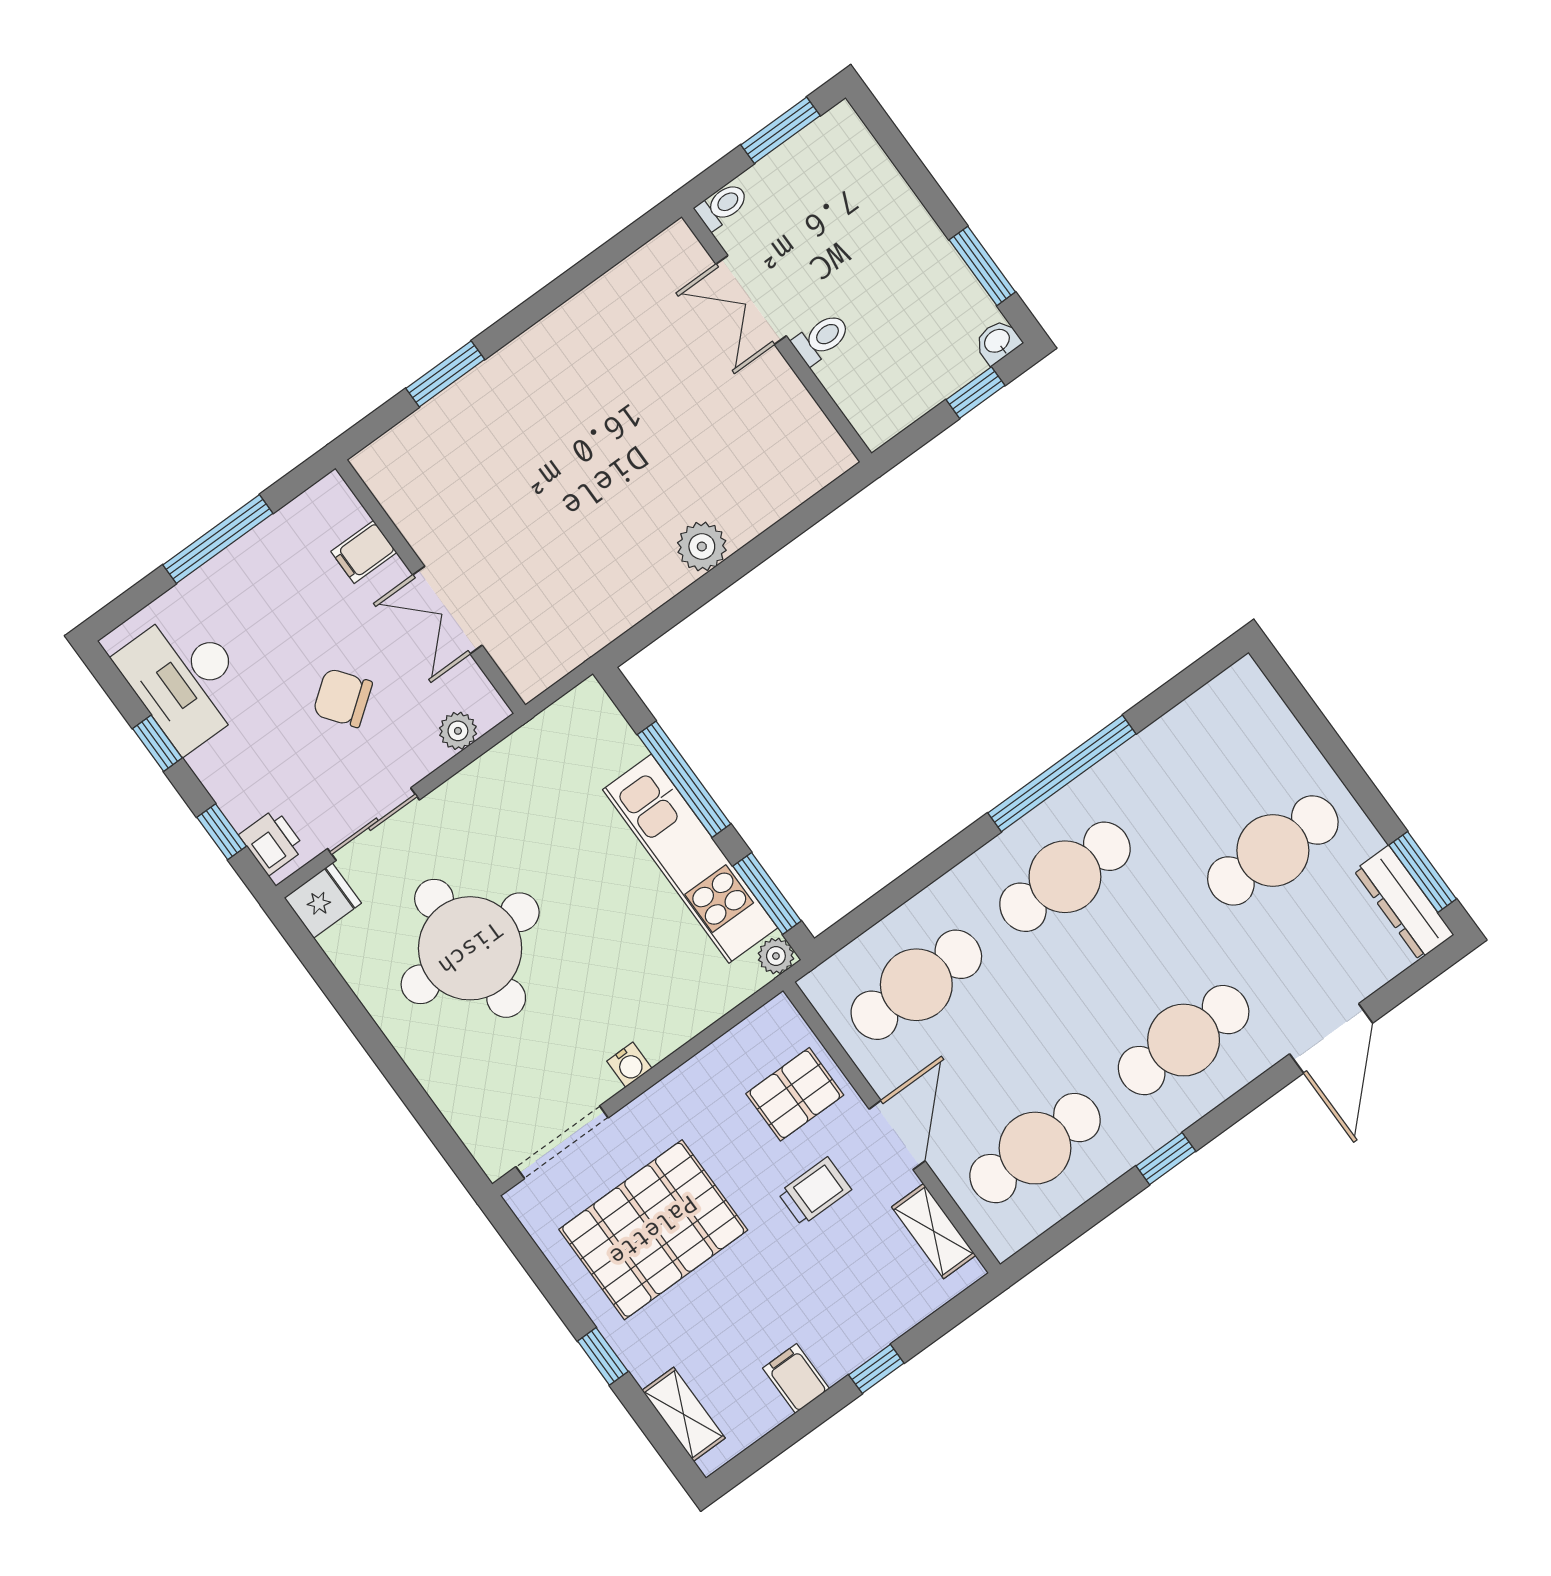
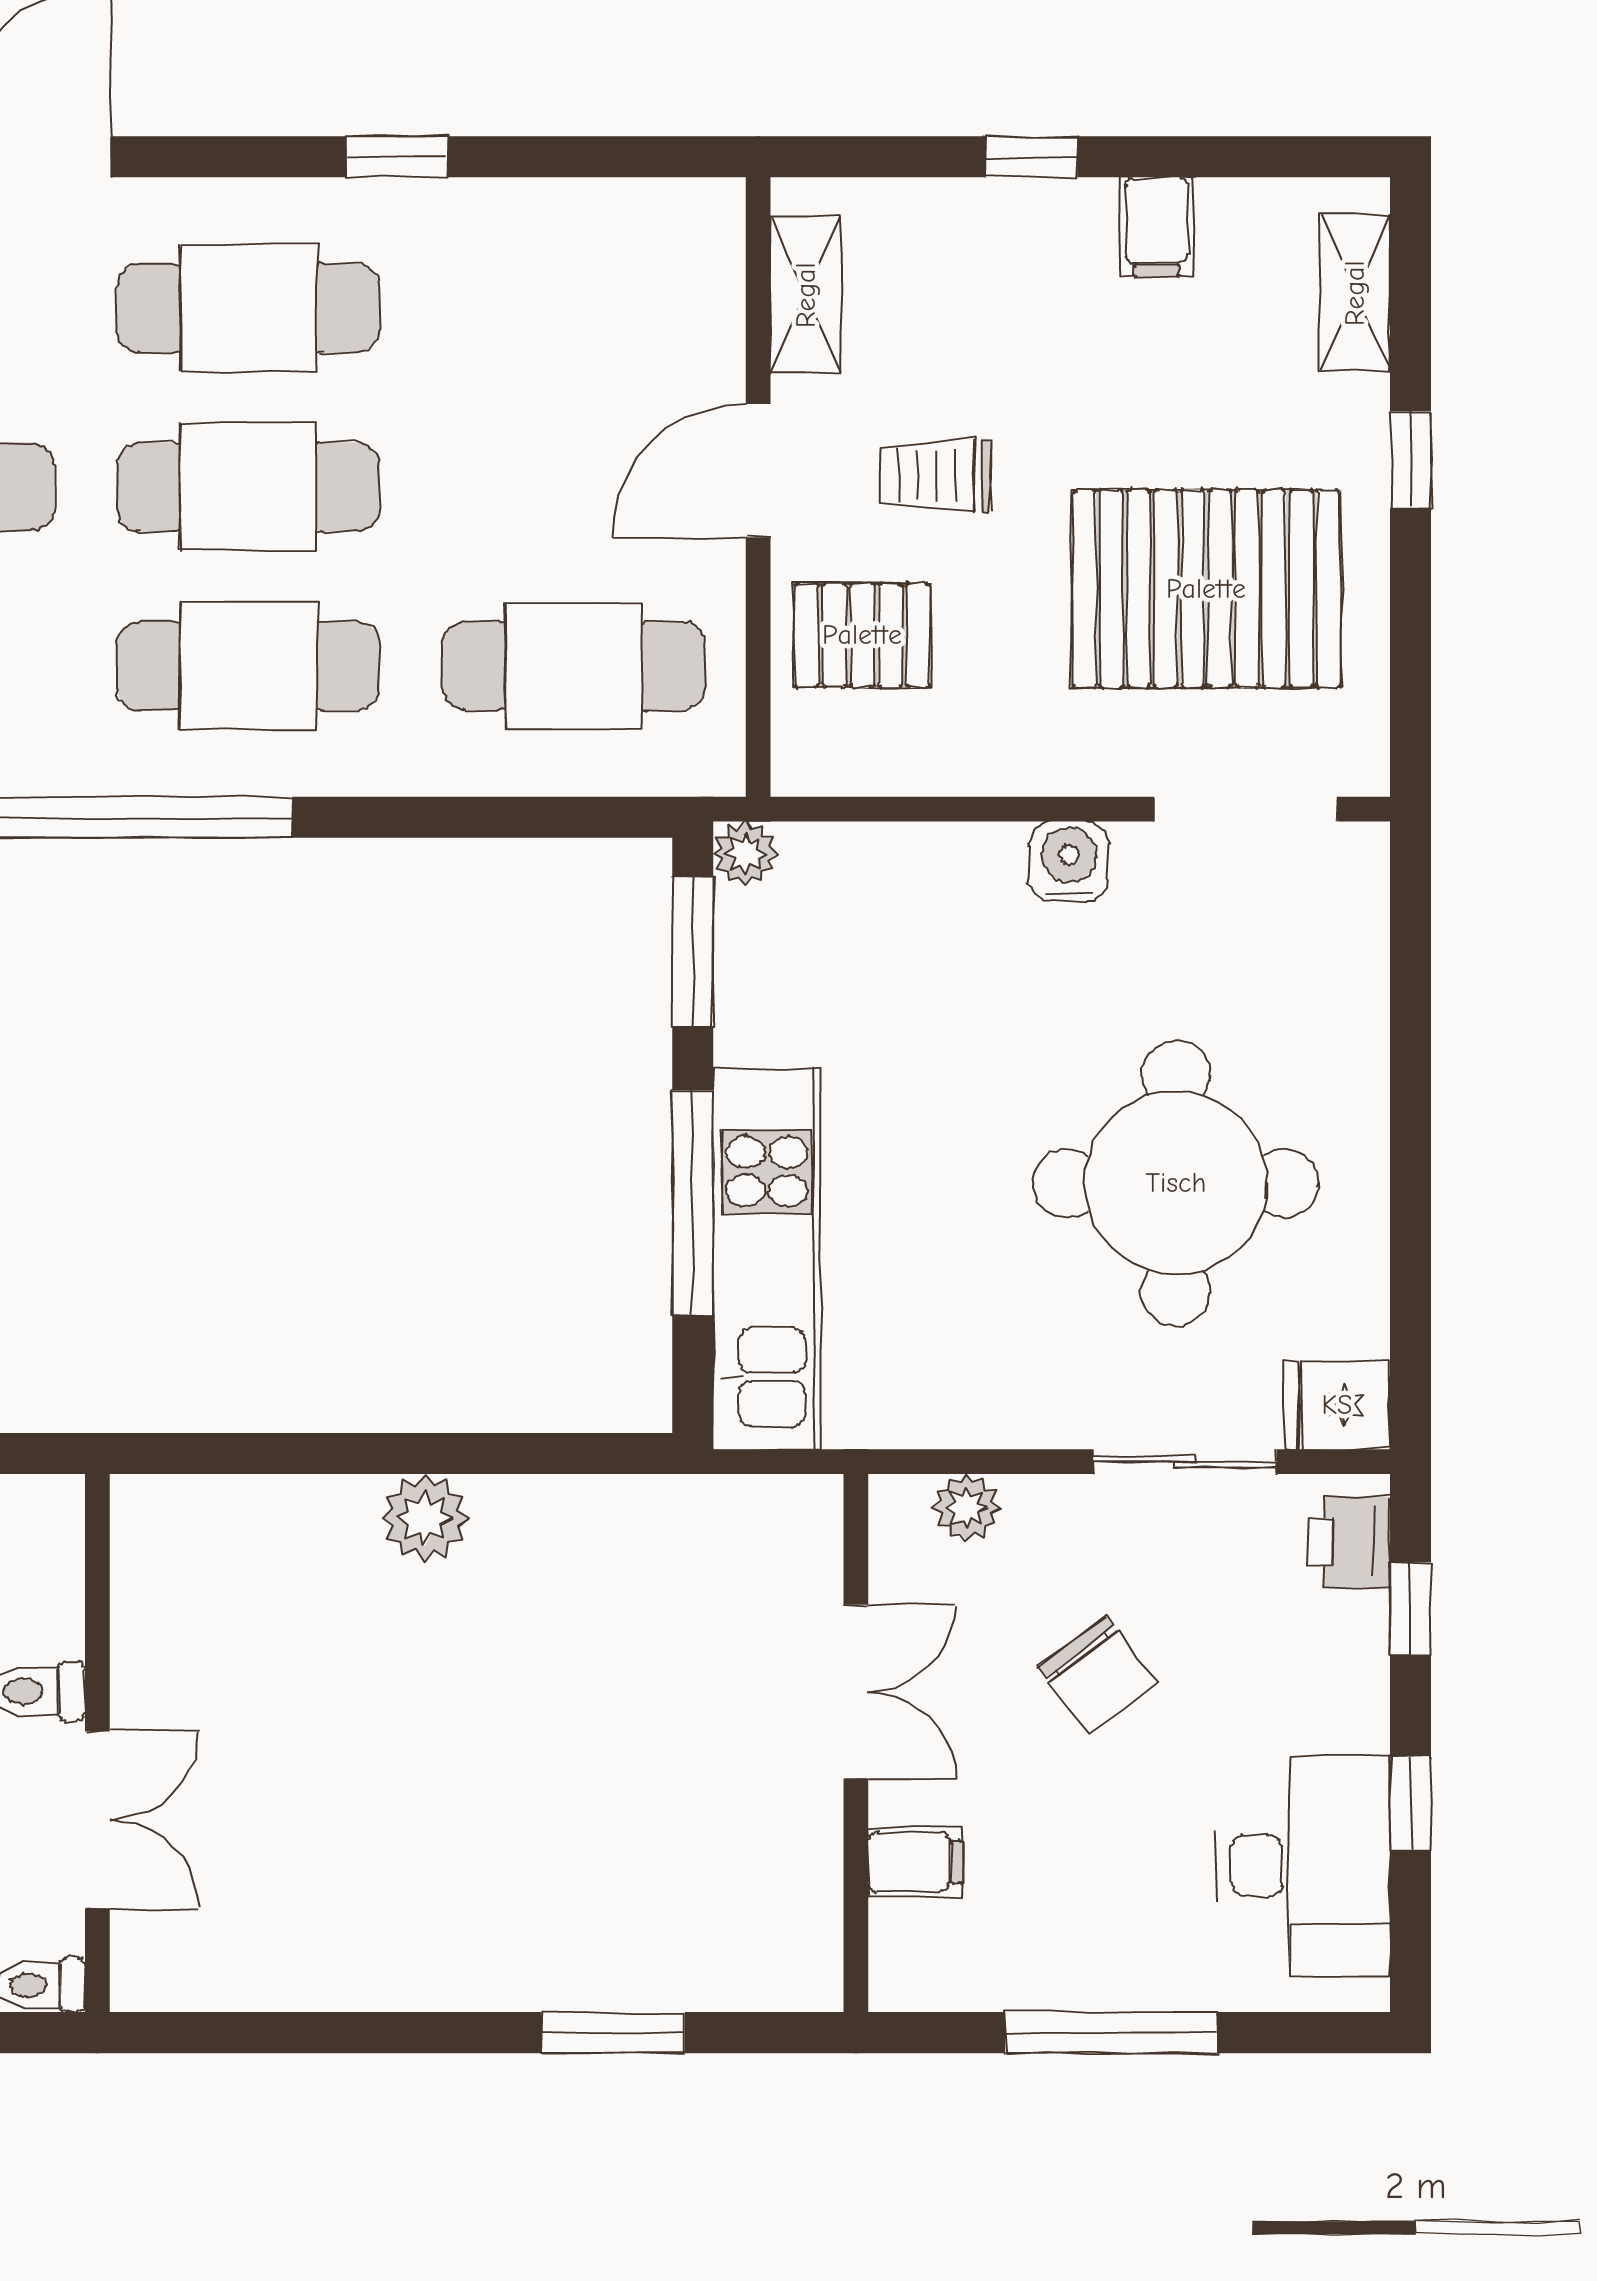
kitchen unit: (690, 859) -> (767, 1259), moved
water cooler: (629, 1065) -> (1069, 861), width x1.38, depth x1.38
cafe table: (1035, 1148) -> (248, 487), moved

